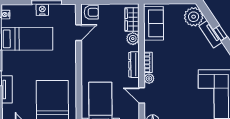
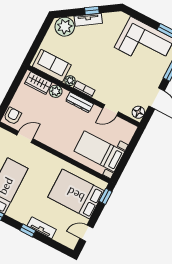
door: (79, 33) -> (25, 137), hinge flipped
plant: (149, 79) -> (70, 81), moved

